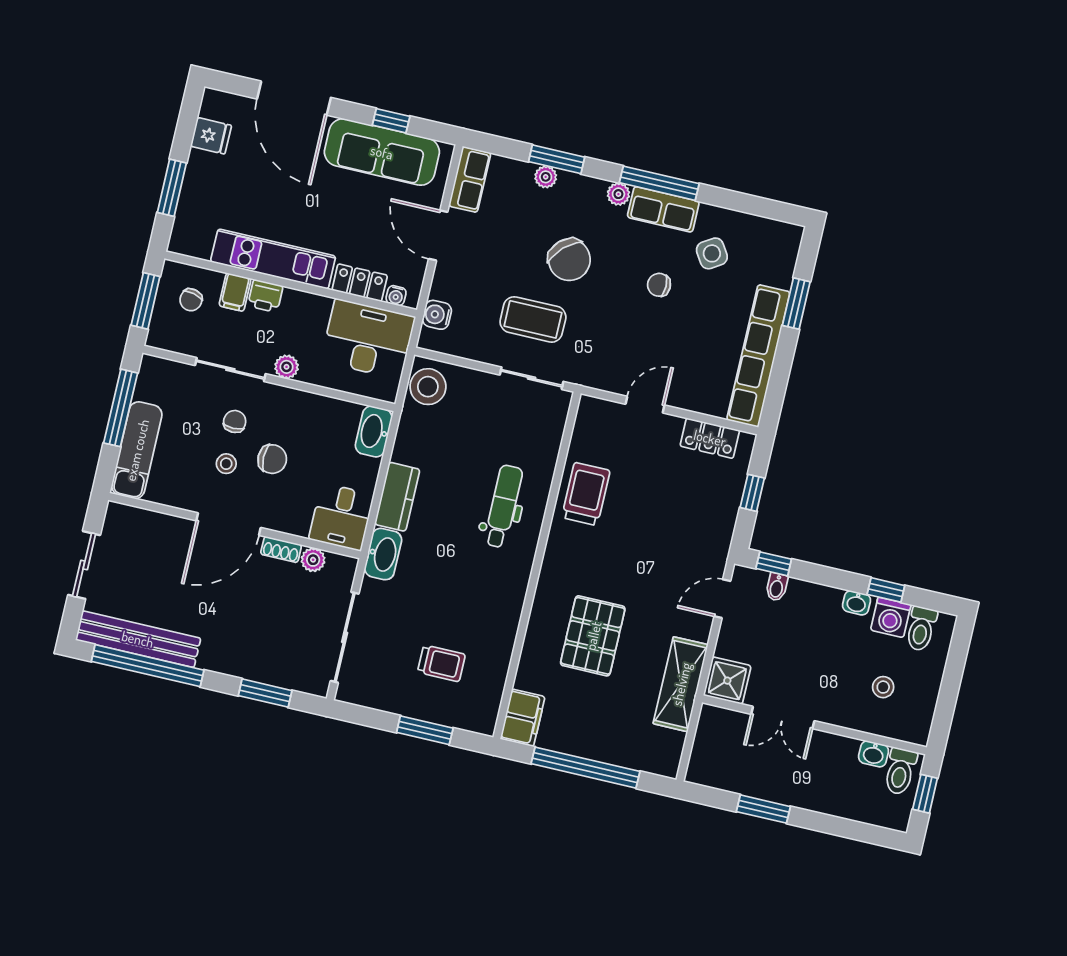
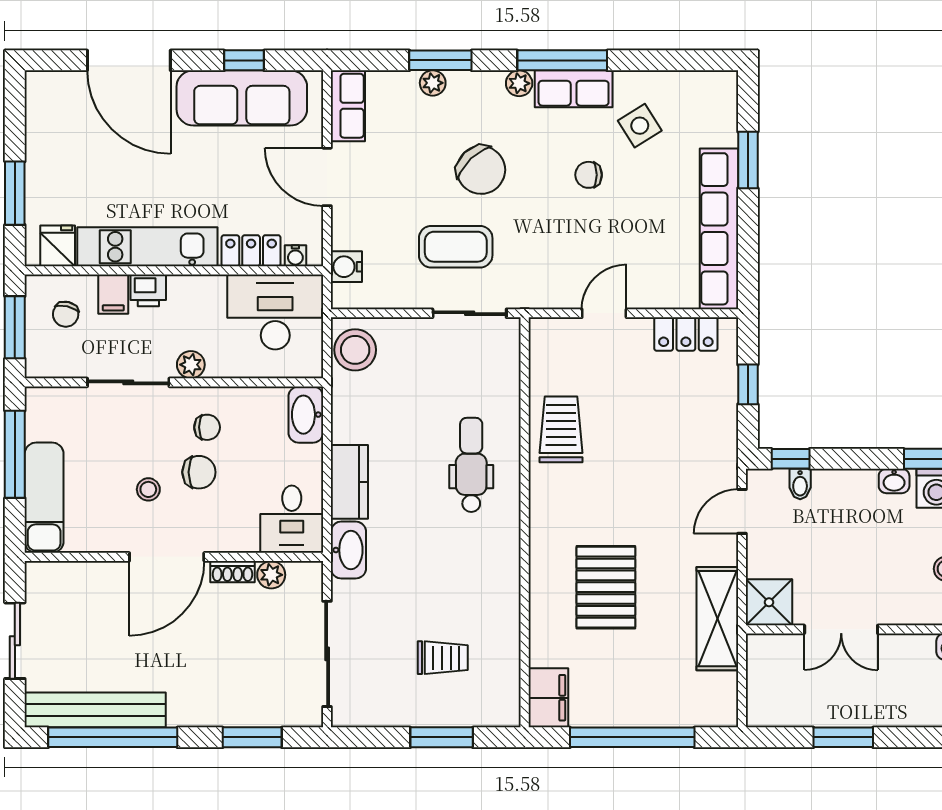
fridge: (211, 136) -> (58, 246), moved, turned -90
chair: (235, 421) -> (207, 427), moved, turned 90

